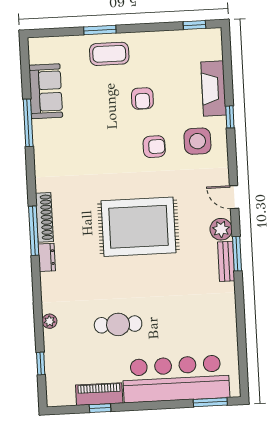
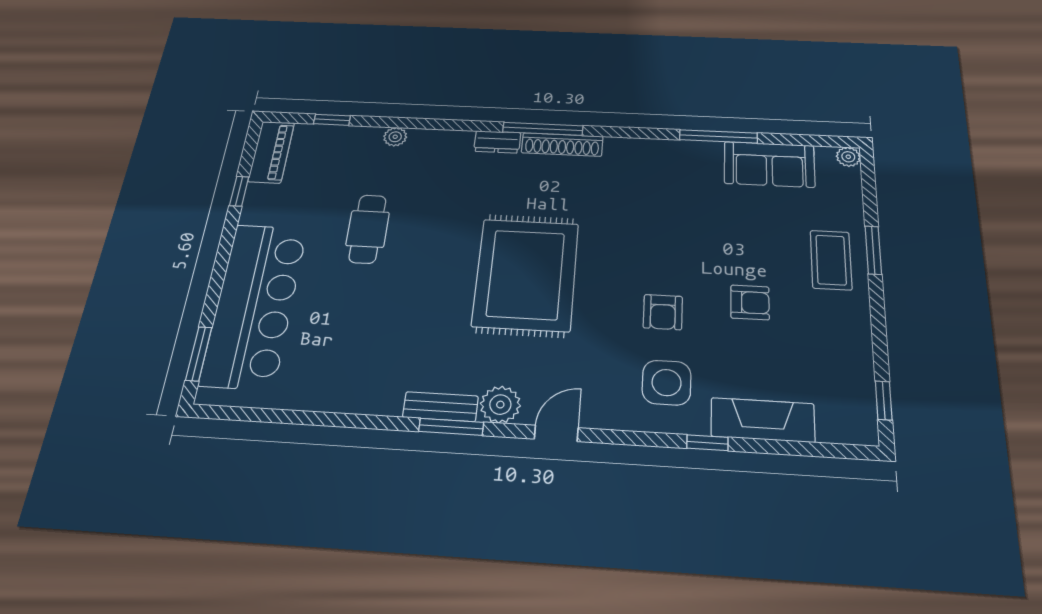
plant: (35, 44) -> (848, 157), added
armchair: (142, 98) -> (750, 302), turned 180
piano: (99, 394) -> (271, 152), moved

